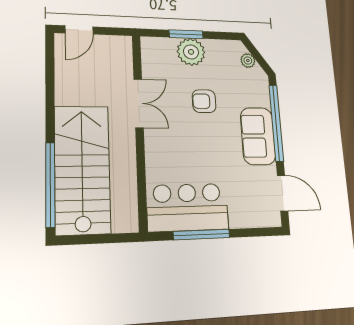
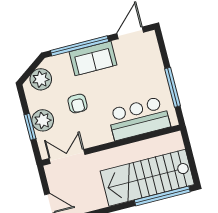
plant: (248, 61) -> (41, 79), width x1.88, depth x1.88
double door: (139, 103) -> (67, 157), moved
bar counter: (188, 207) -> (139, 118), moved, turned 90

